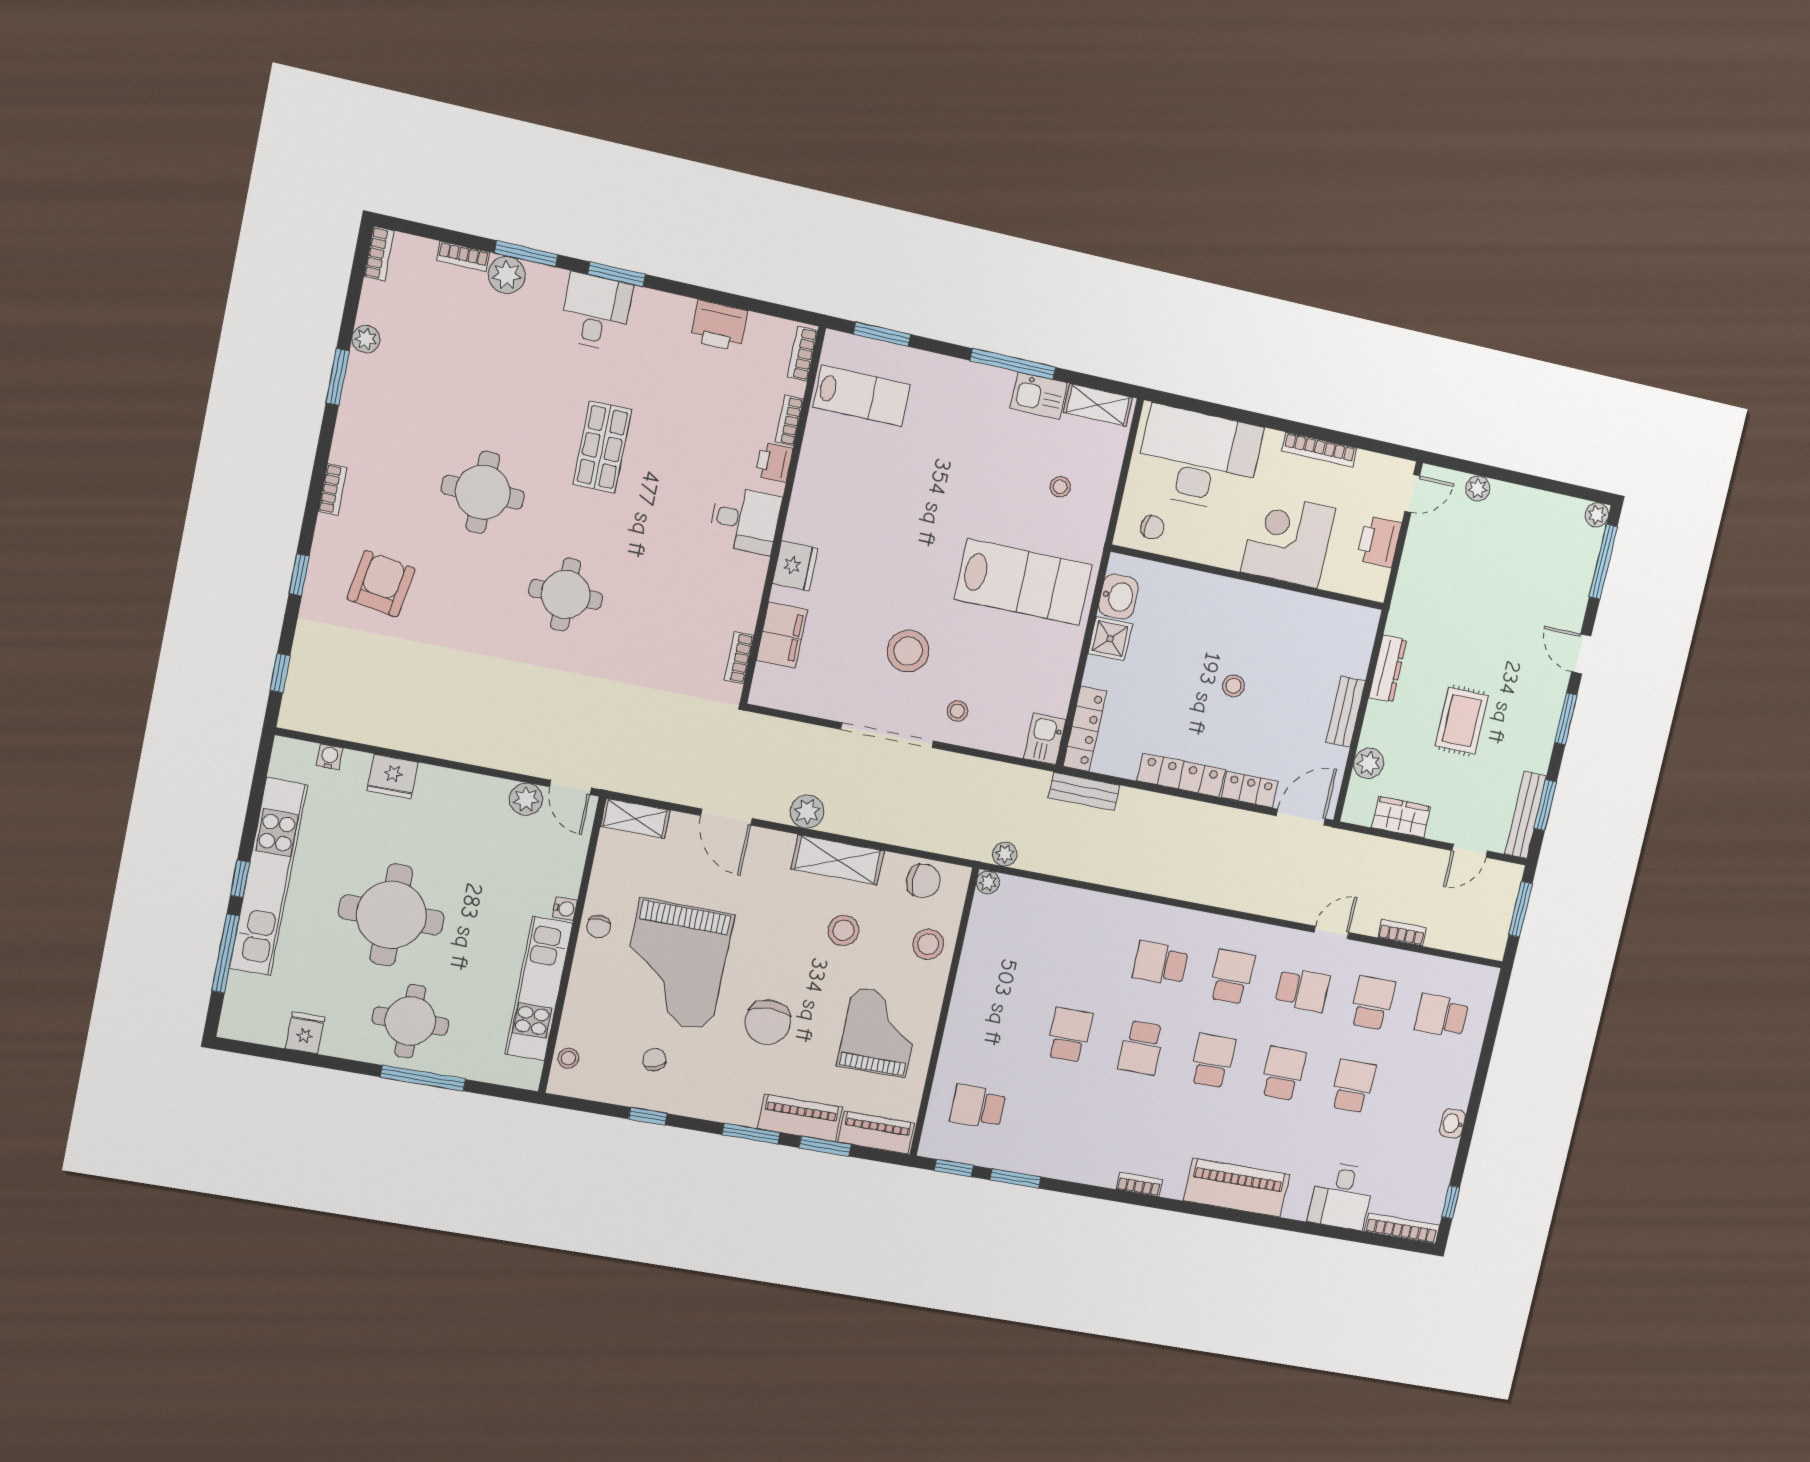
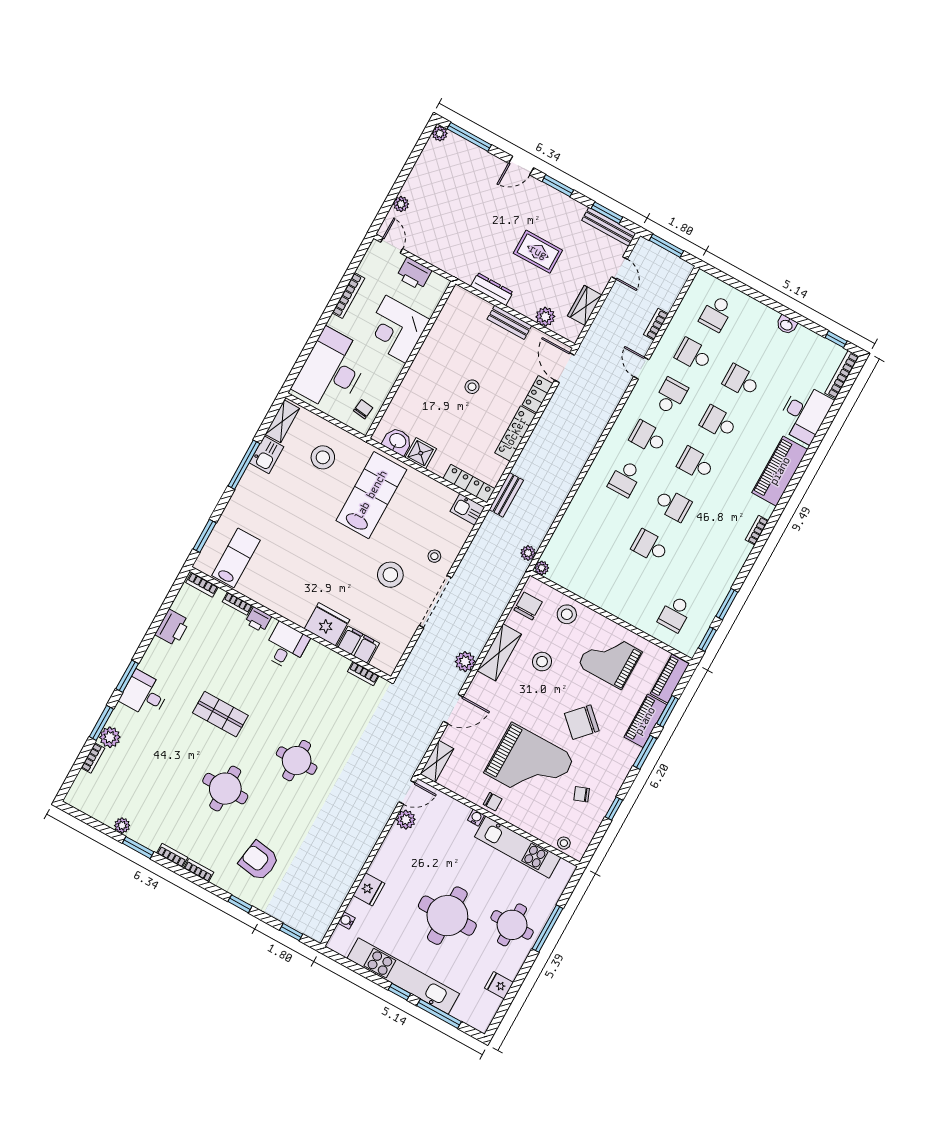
bookcase: (379, 254) -> (172, 855), moved
stool: (1060, 487) -> (323, 457), width x1.89, depth x1.89
fridge: (795, 566) -> (327, 624), width x1.36, depth x1.34
chair: (768, 1022) -> (582, 722), turned 134
desk: (1342, 1196) -> (805, 413), width x1.37

